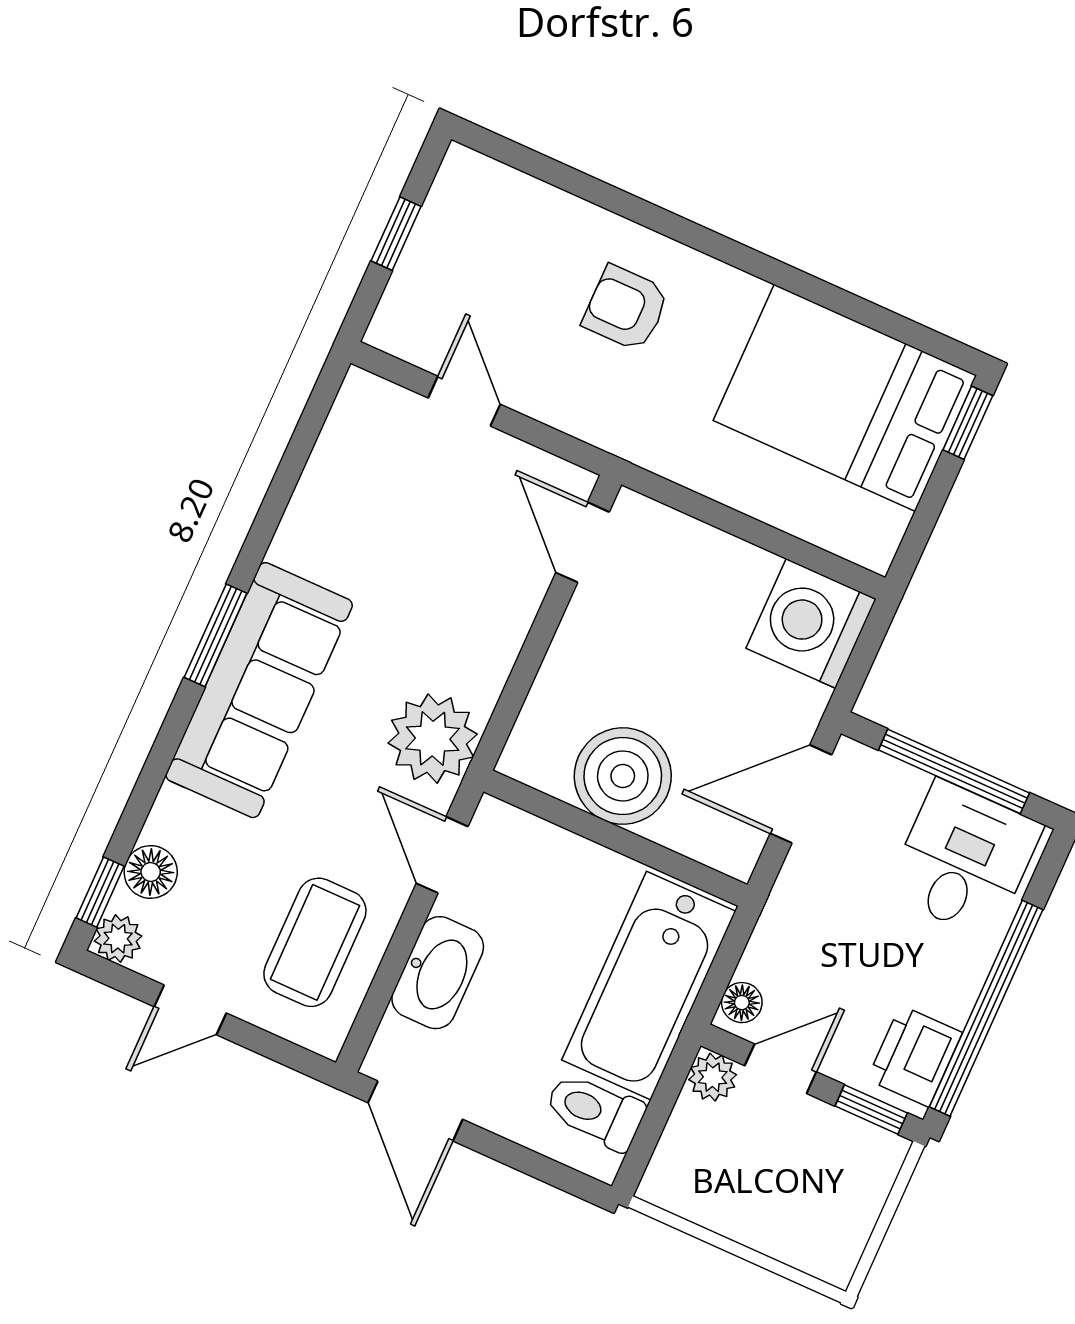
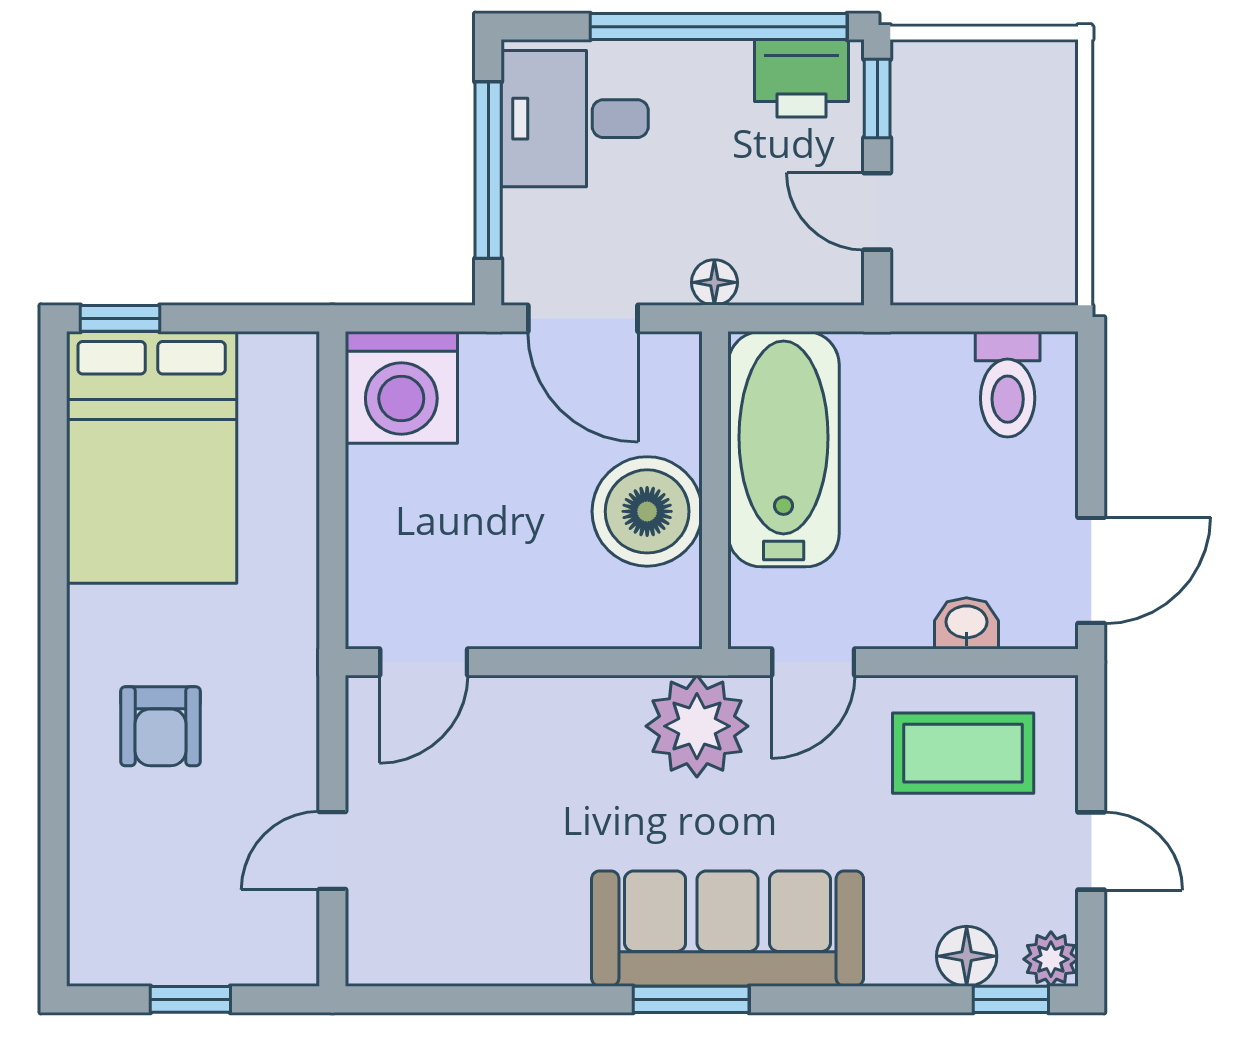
washbasin: (438, 973) -> (966, 623), width x0.52, depth x0.69
bathtub: (649, 986) -> (784, 449), moved, turned -90
floor lamp: (742, 1003) -> (714, 282), moved
plant: (713, 1077) -> (918, 278), removed

